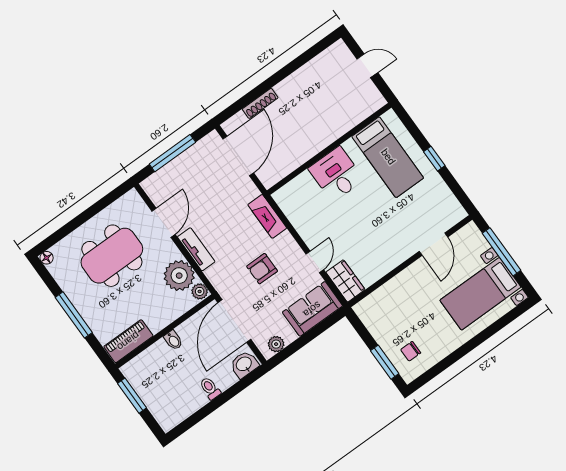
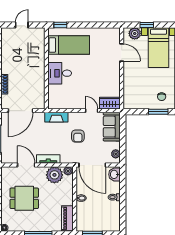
door: (238, 156) -> (20, 111), swing flipped
window: (434, 159) -> (60, 25), moved
plant: (476, 243) -> (135, 33), added
window: (501, 252) -> (147, 25), width x0.46
dining table: (112, 256) -> (24, 198), width x0.73

